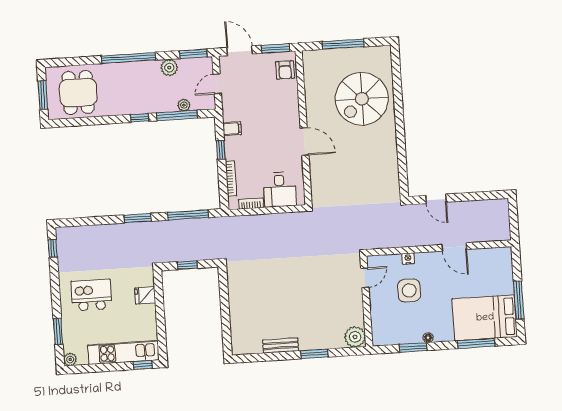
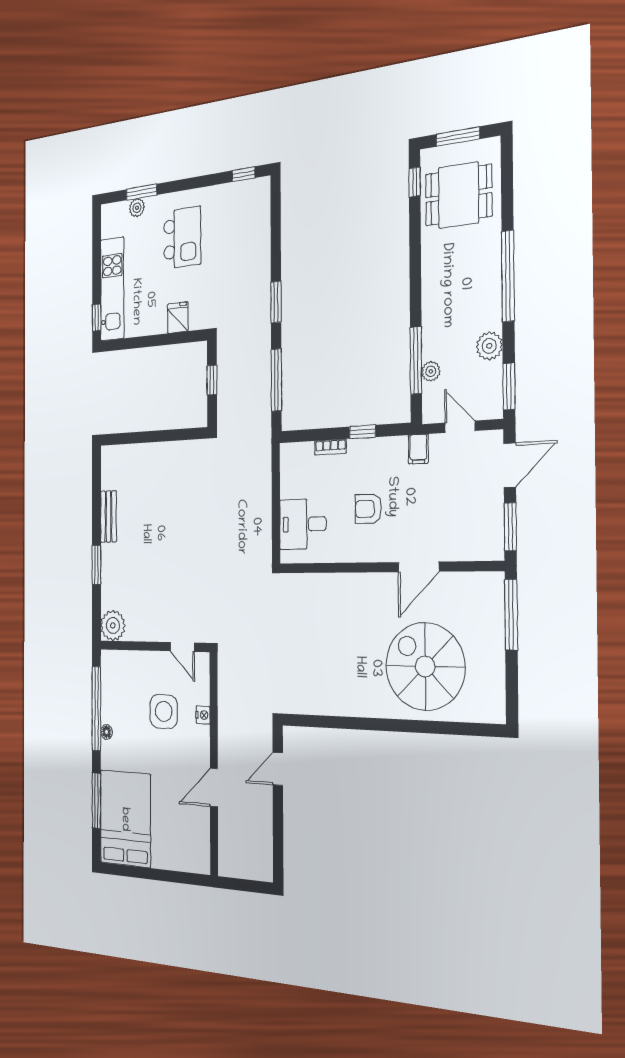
window: (343, 44) -> (511, 615), moved
armchair: (285, 70) -> (368, 509), moved
window: (140, 118) -> (415, 182), moved
filing cabinet: (232, 129) -> (418, 449), moved
door: (304, 141) -> (419, 567), moved
bookcase: (231, 179) -> (330, 447), width x0.64
bookcase: (251, 204) -> (286, 479), removed
window: (519, 300) -> (144, 873), removed
window: (413, 347) -> (96, 709), width x2.11
plant: (70, 359) -> (137, 208), moved

